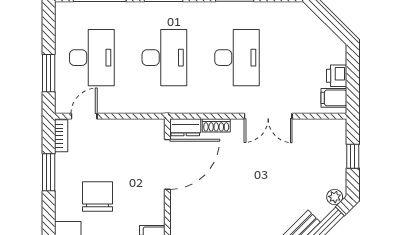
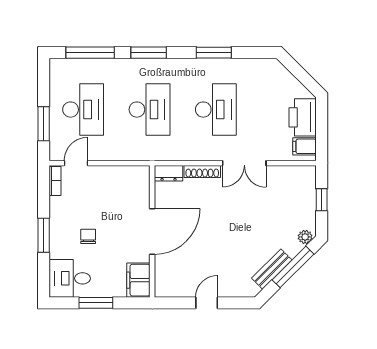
printer: (337, 76) -> (303, 117), width x1.87, depth x1.48
shoe rack: (216, 125) -> (202, 171), width x1.43
door: (167, 164) -> (152, 231), moved
window: (49, 172) -> (44, 235), moved
chair: (97, 196) -> (88, 236), width x0.54, depth x0.54

